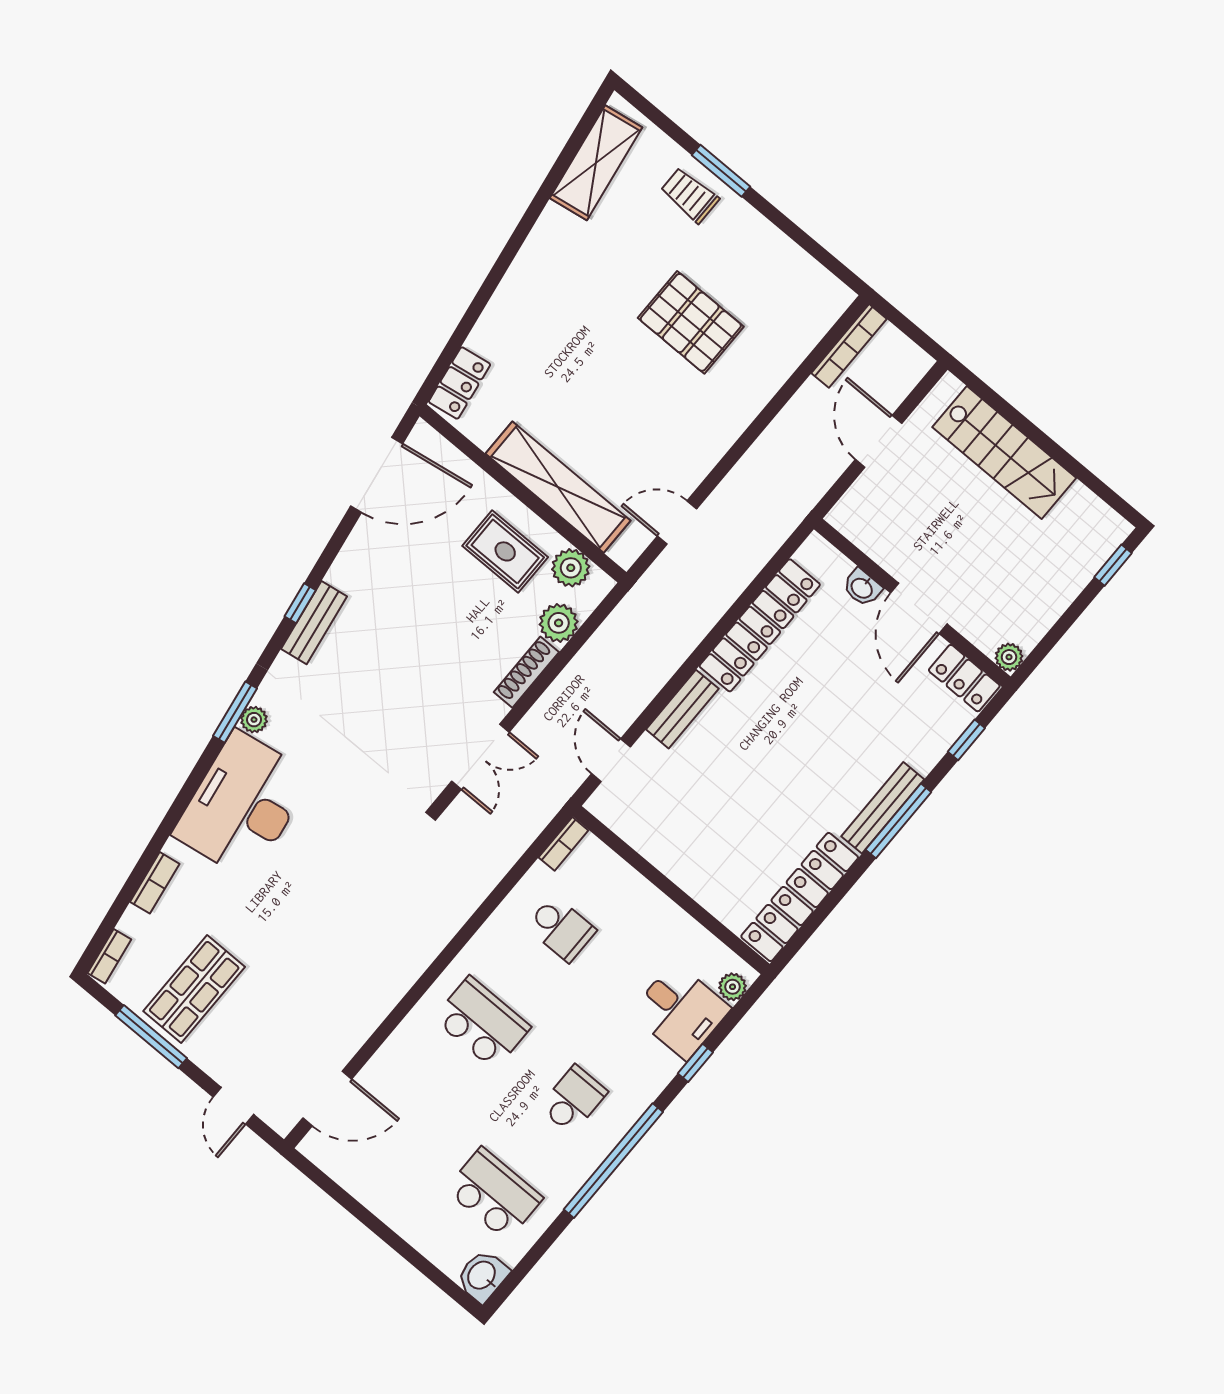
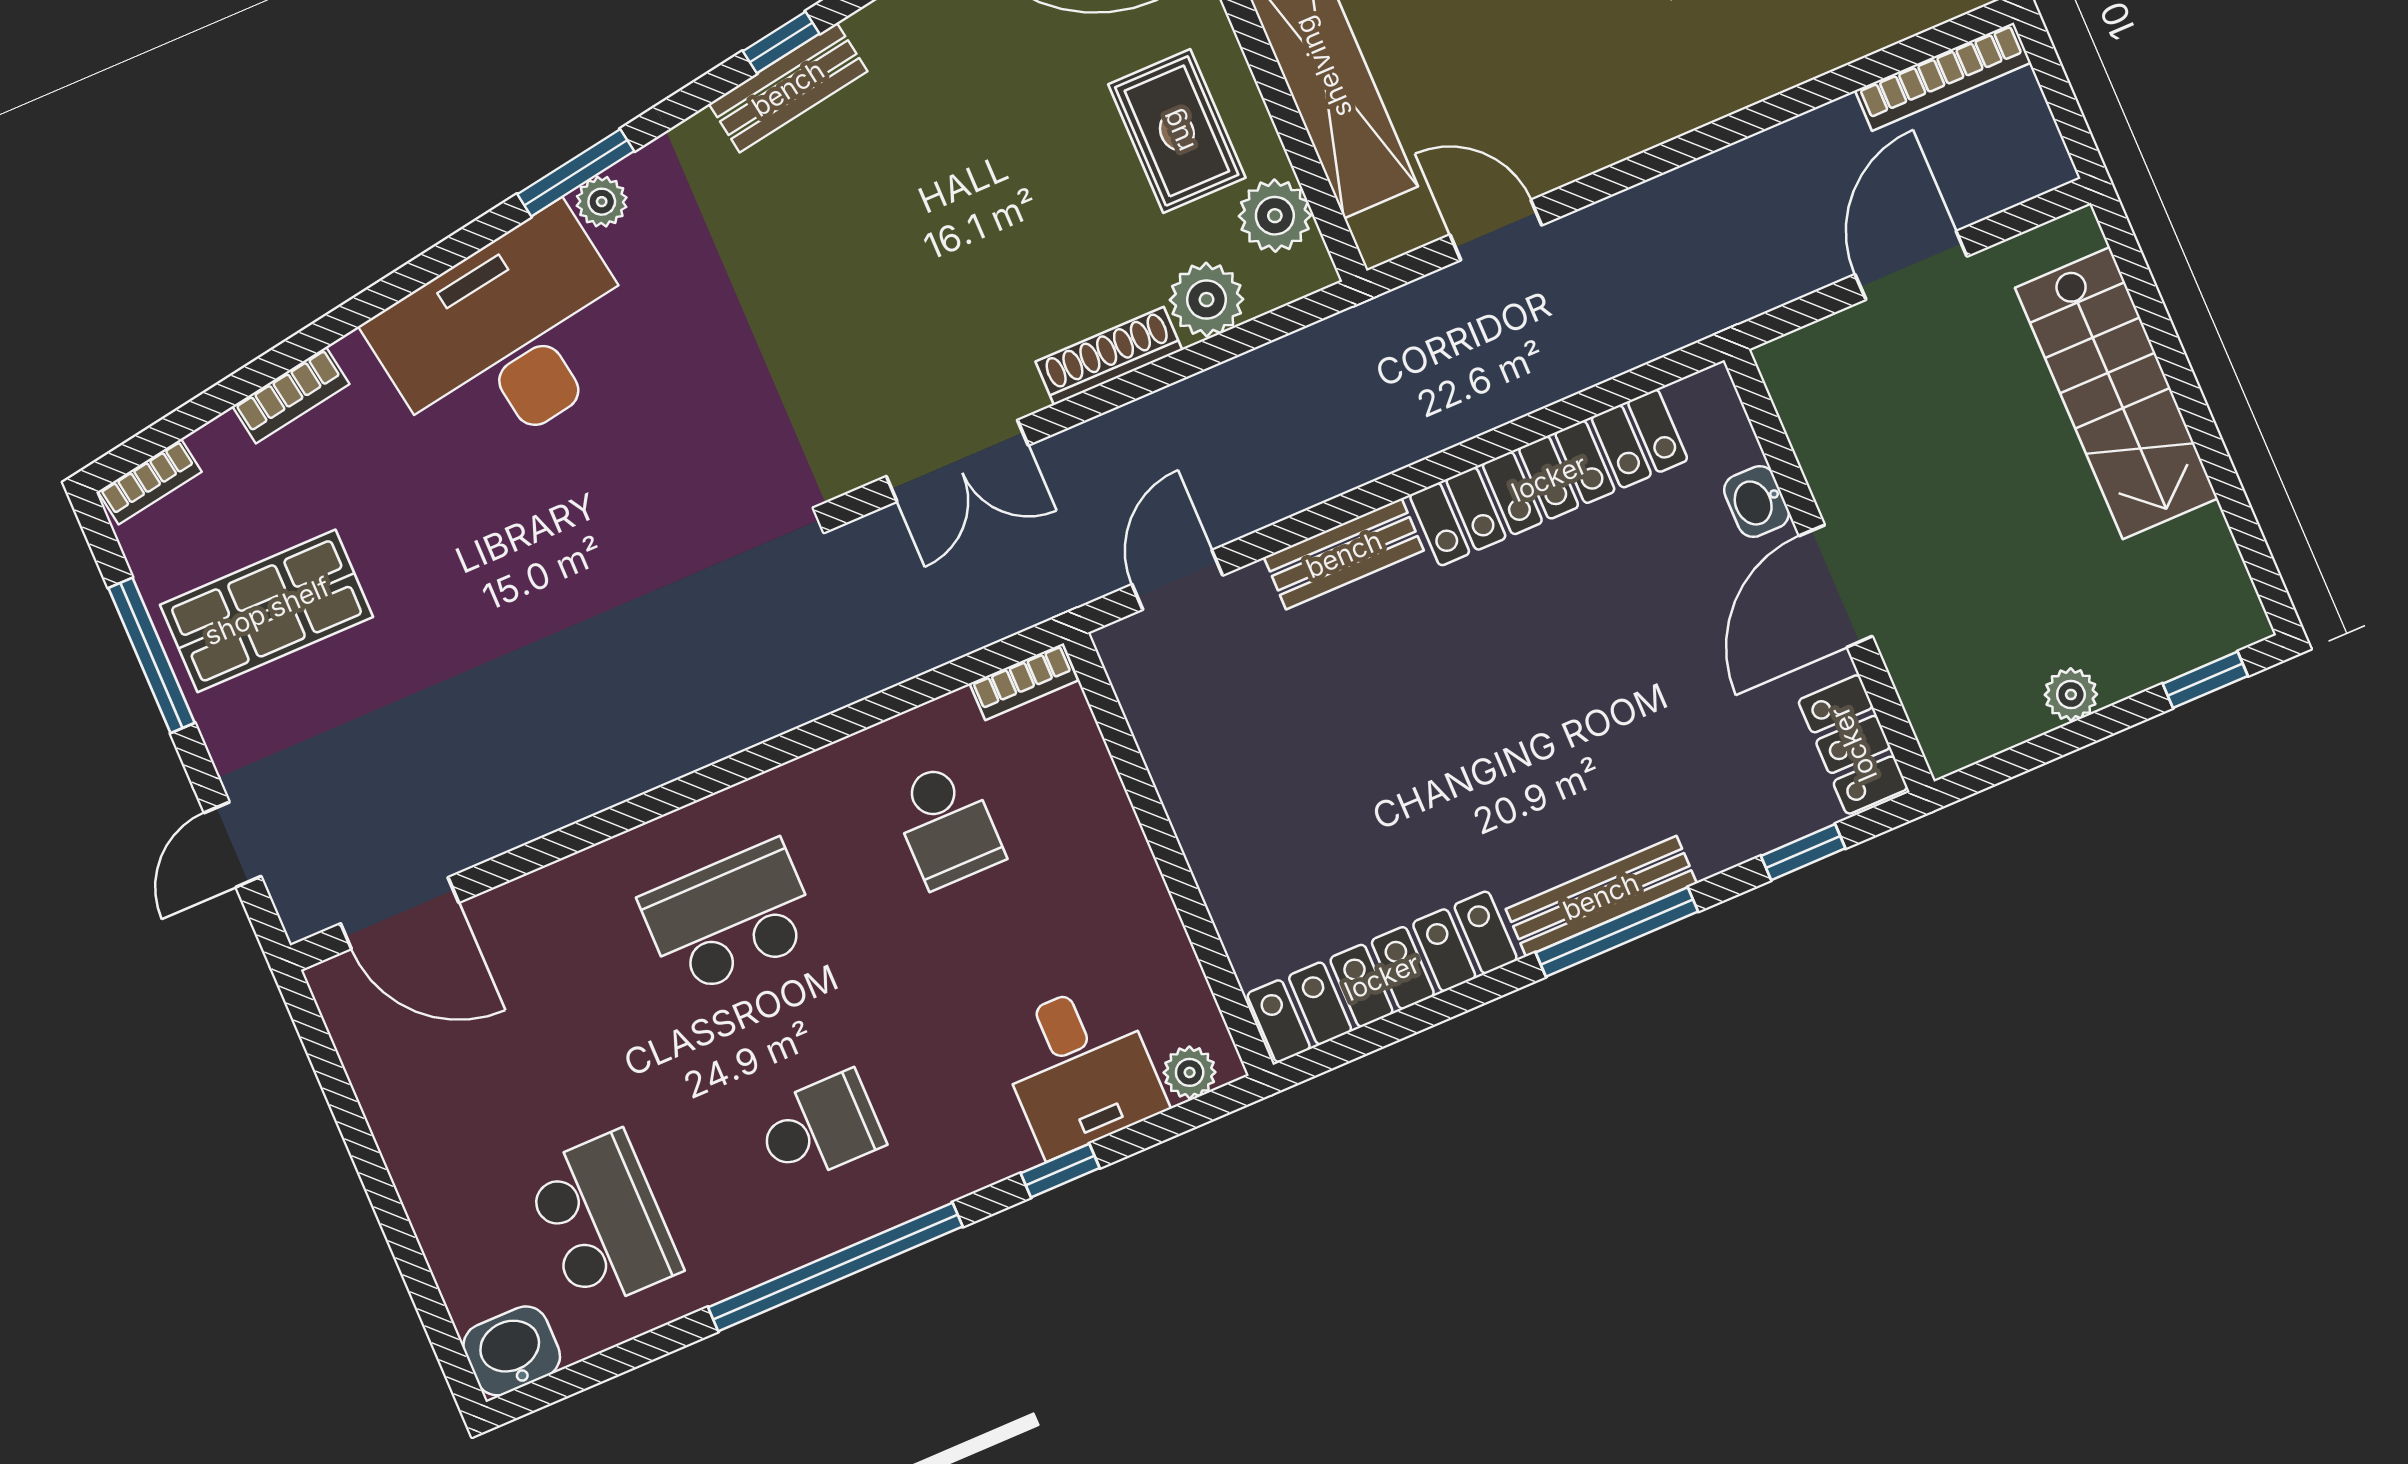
plant: (1009, 657) -> (2071, 694), moved
school desk: (482, 1023) -> (730, 918), turned -90

